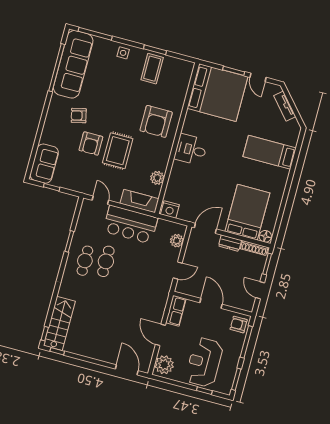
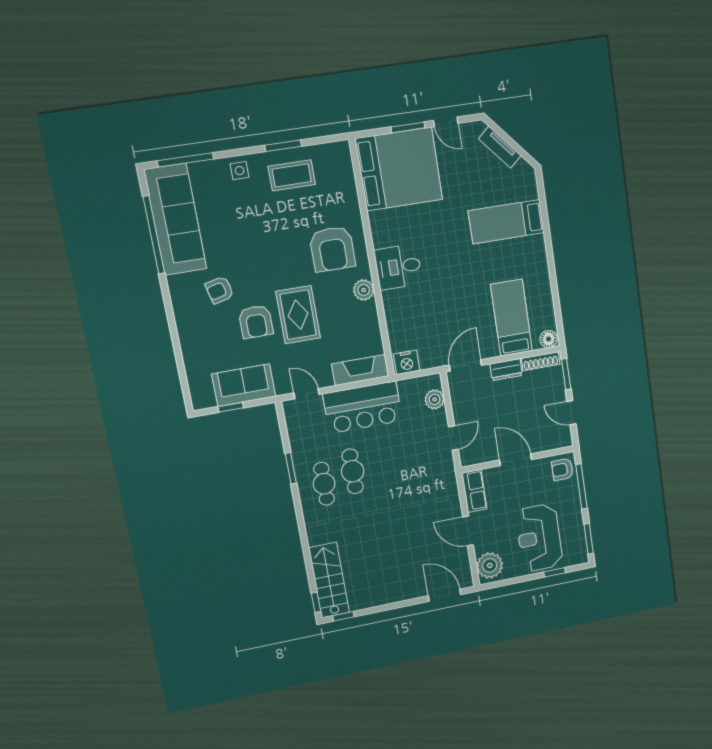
coffee table: (152, 69) -> (292, 175), turned 90
sofa: (44, 164) -> (244, 385), moved, turned -90
plant: (157, 178) -> (364, 290), moved
bed: (247, 212) -> (511, 318), width x0.67

